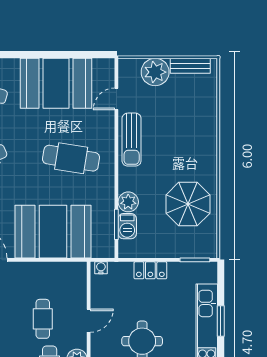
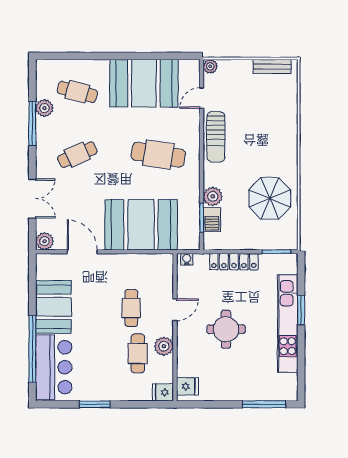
plant: (155, 72) -> (210, 66), moved, width x0.53, depth x0.53
locker: (150, 270) -> (234, 262), width x1.53

